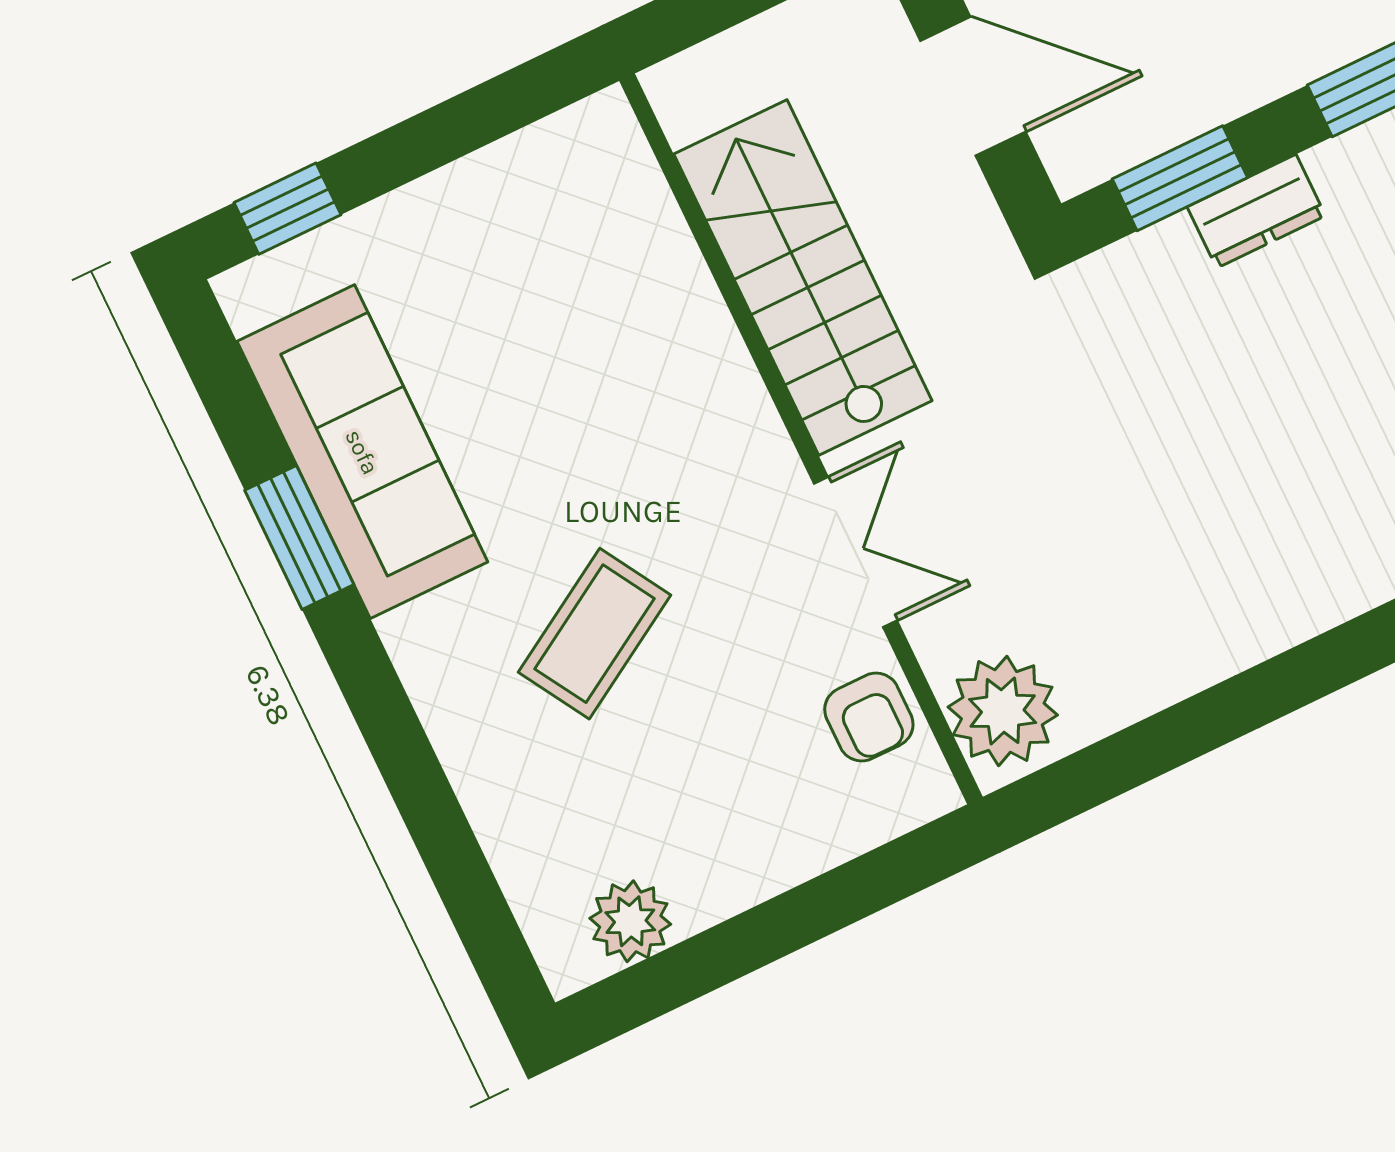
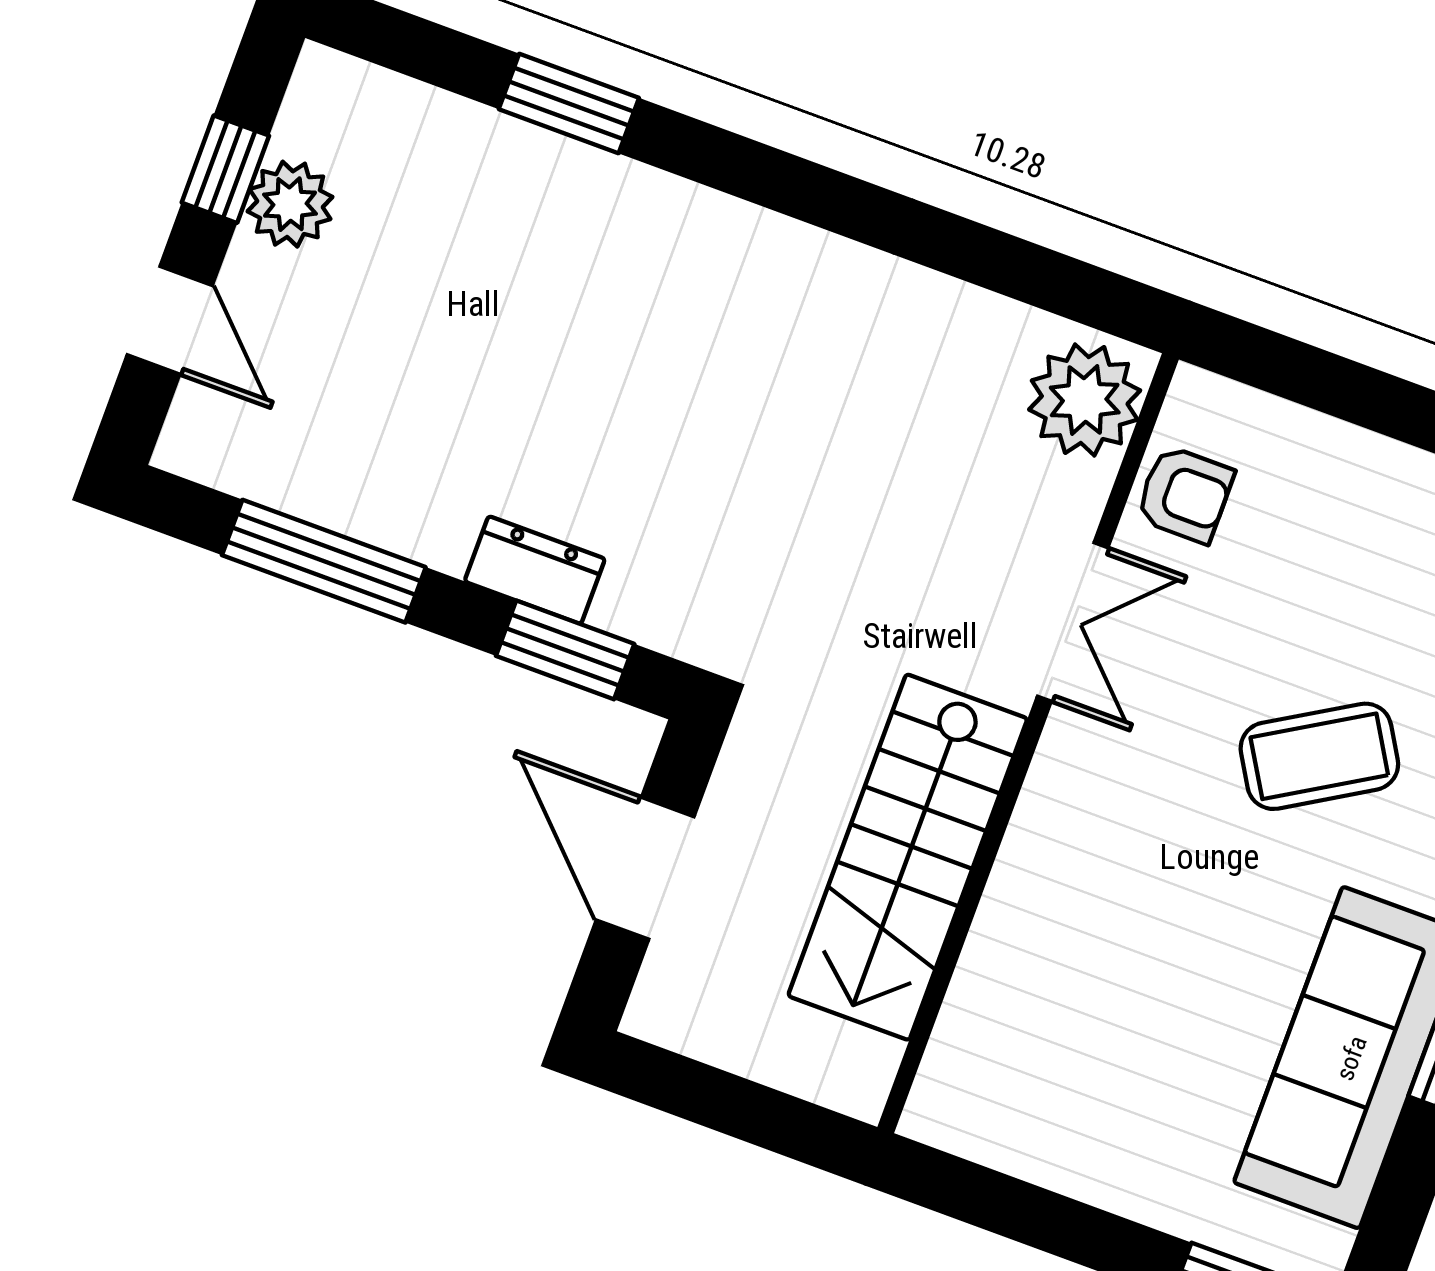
double door: (856, 552) -> (1073, 622), swing flipped
armchair: (869, 717) -> (1185, 494), turned 90

